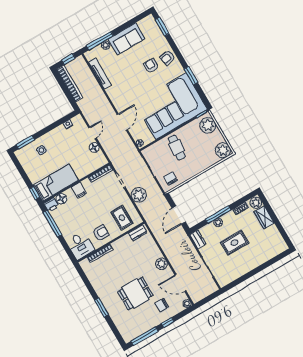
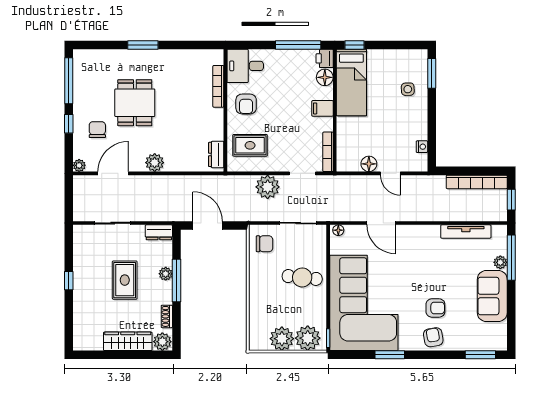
plant: (223, 150) -> (282, 339), moved
wardrobe: (264, 217) -> (128, 341), width x1.50
window: (253, 273) -> (69, 281), added

